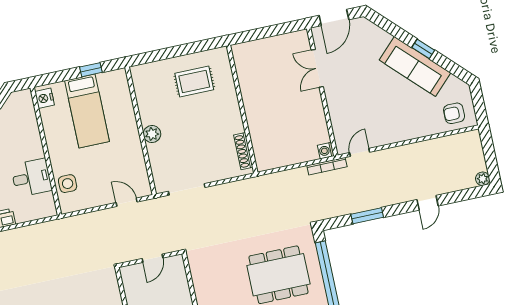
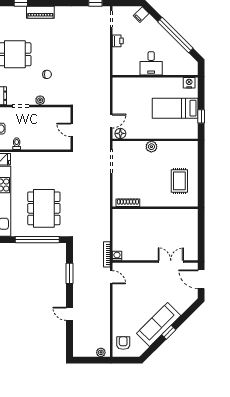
desk: (31, 178) -> (151, 63), moved
plant: (483, 179) -> (101, 352), moved
side table: (68, 184) -> (131, 86), removed
floor lamp: (142, 185) -> (120, 133), added

